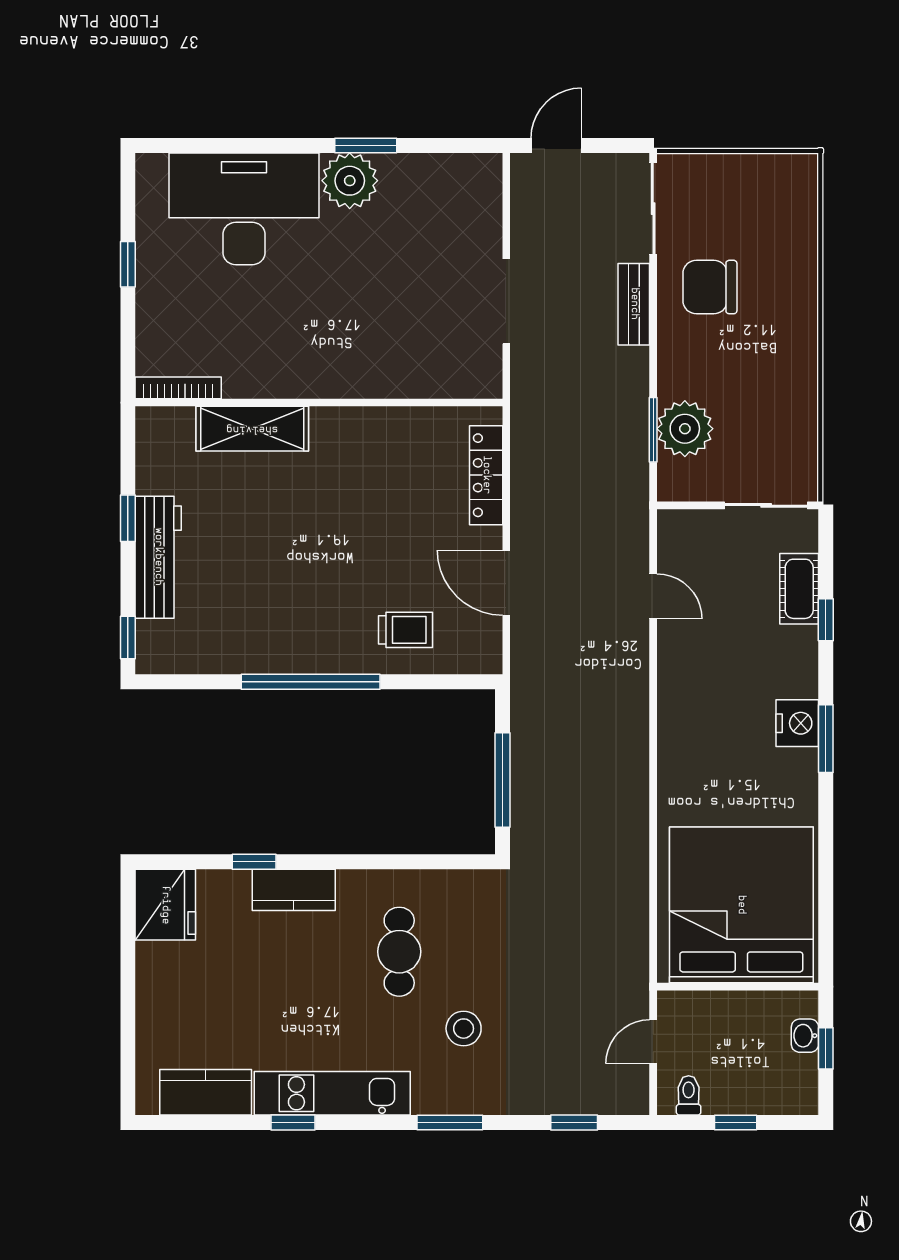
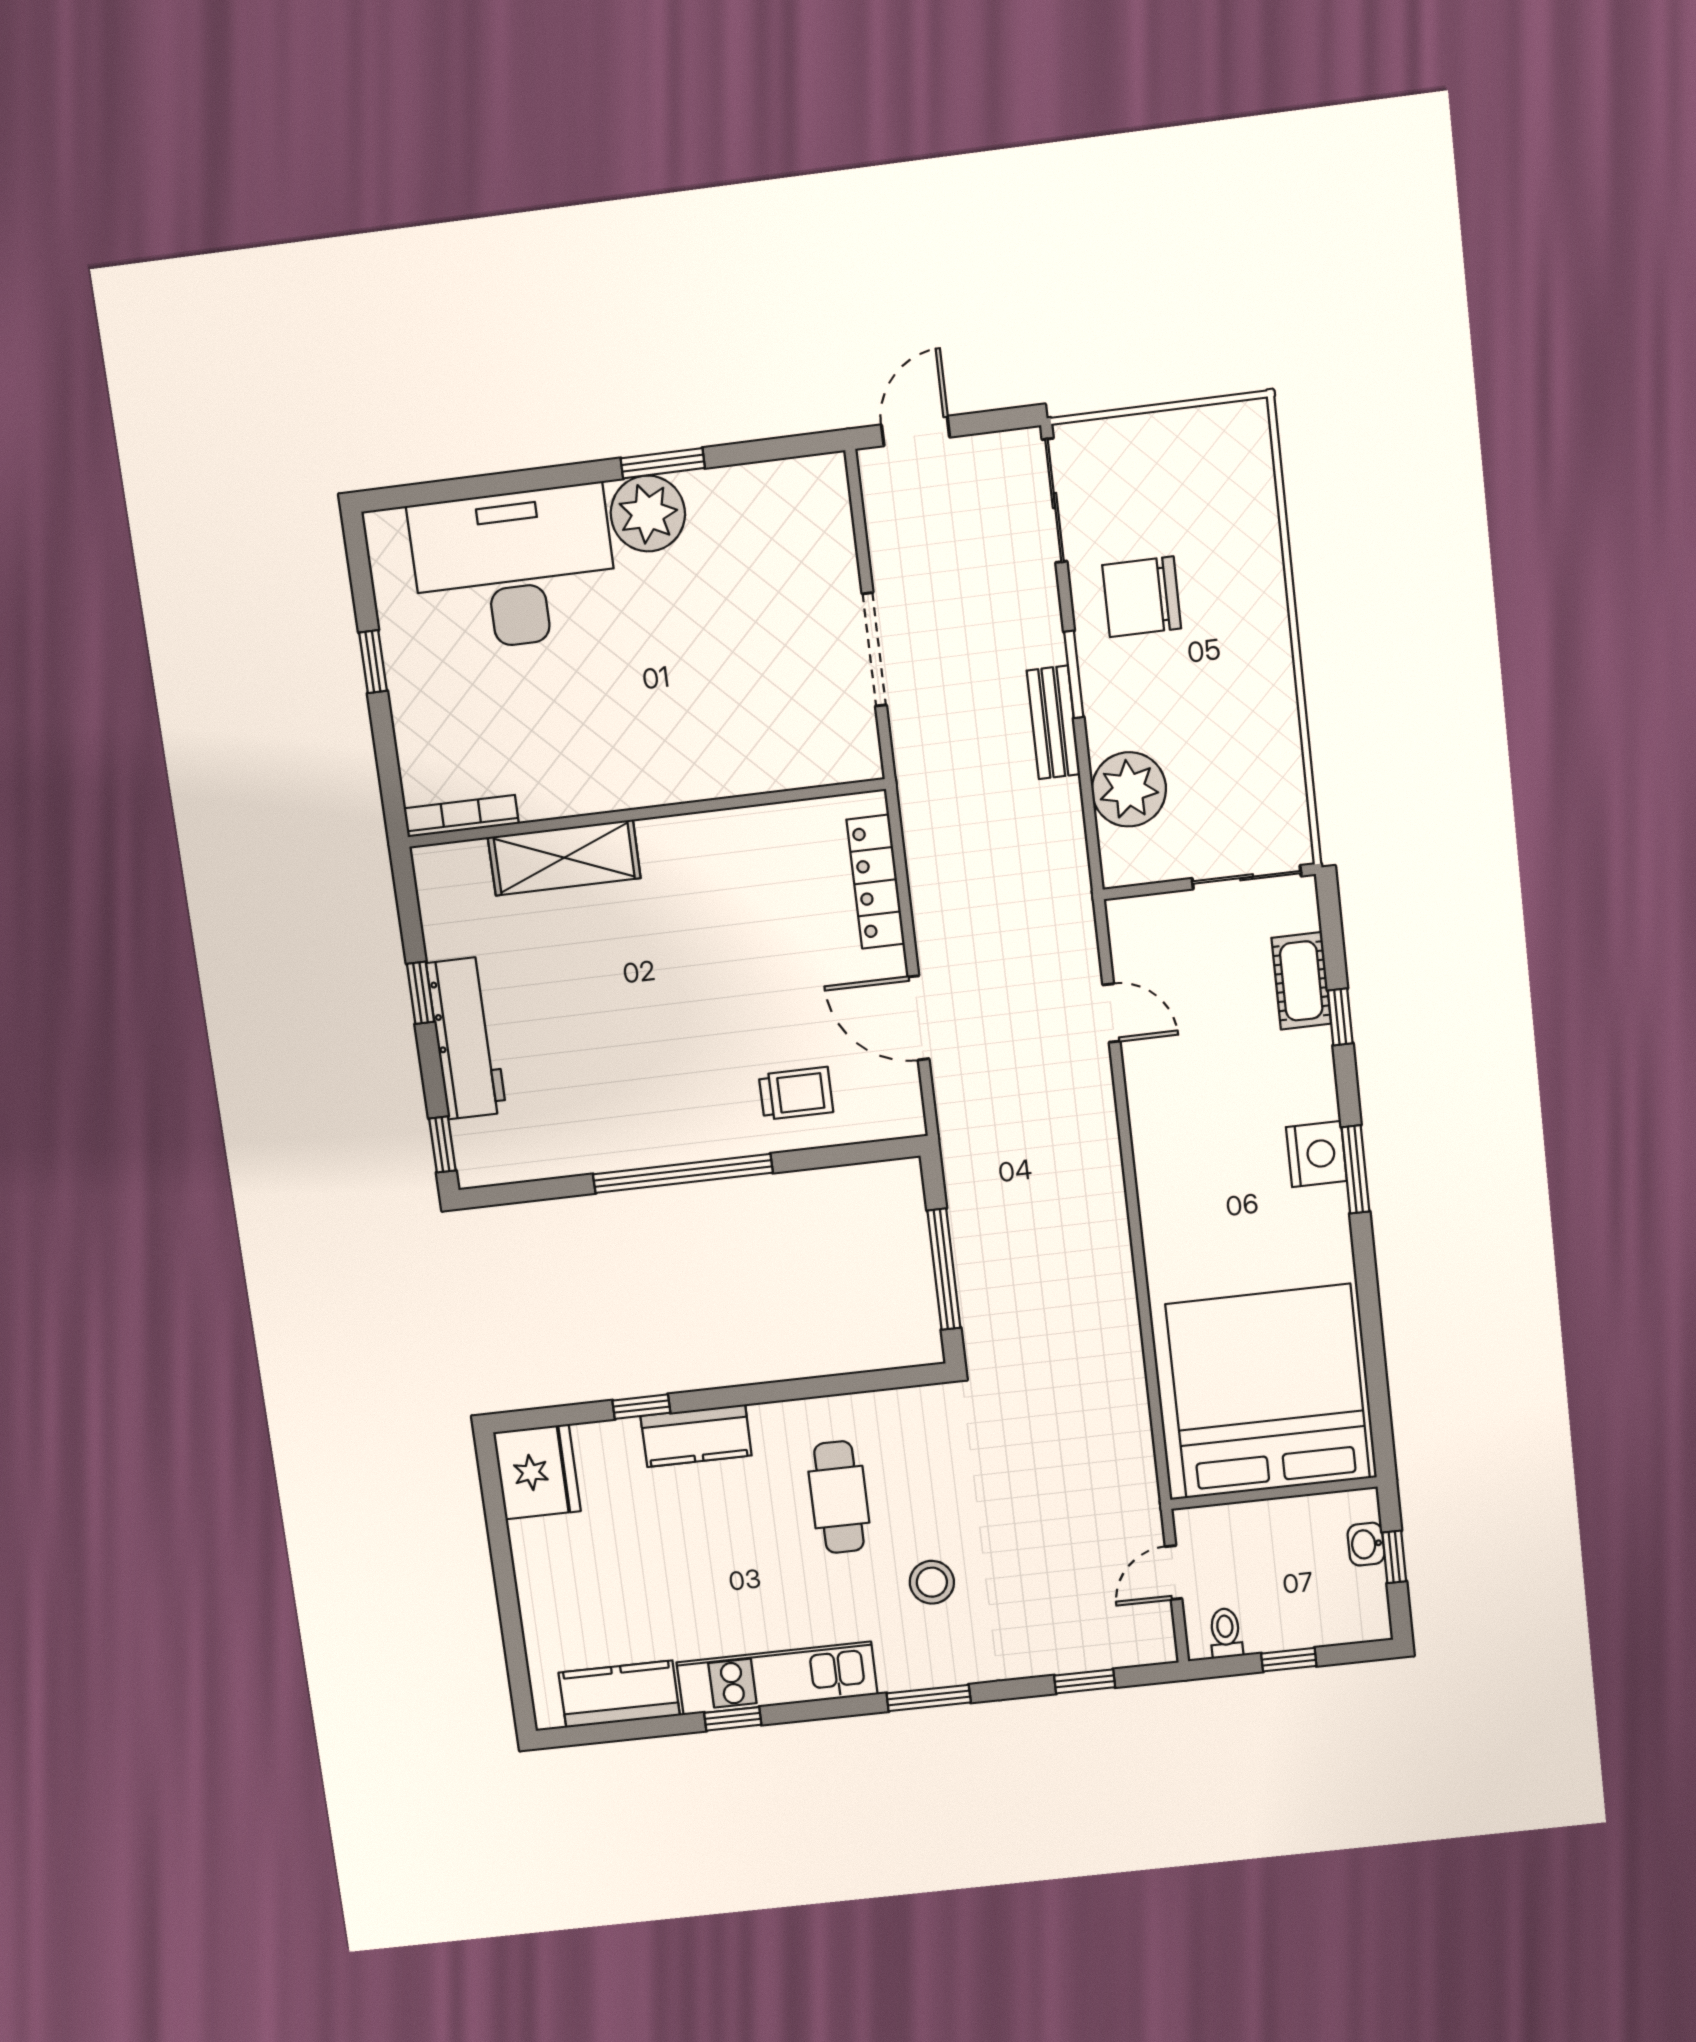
bench: (634, 304) -> (1053, 722), moved
window: (653, 430) -> (1074, 674), moved

